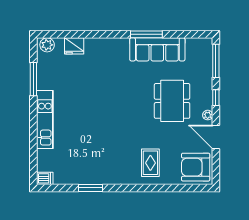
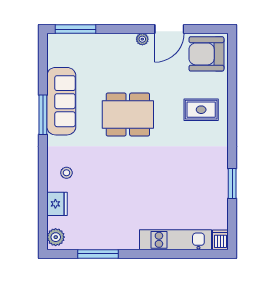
stool: (99, 54) -> (66, 173), added
window: (216, 98) -> (121, 29), removed
dining table: (172, 101) -> (128, 115), moved
kitchen unit: (45, 119) -> (175, 240), moved
armchair: (196, 167) -> (206, 54), turned 90

